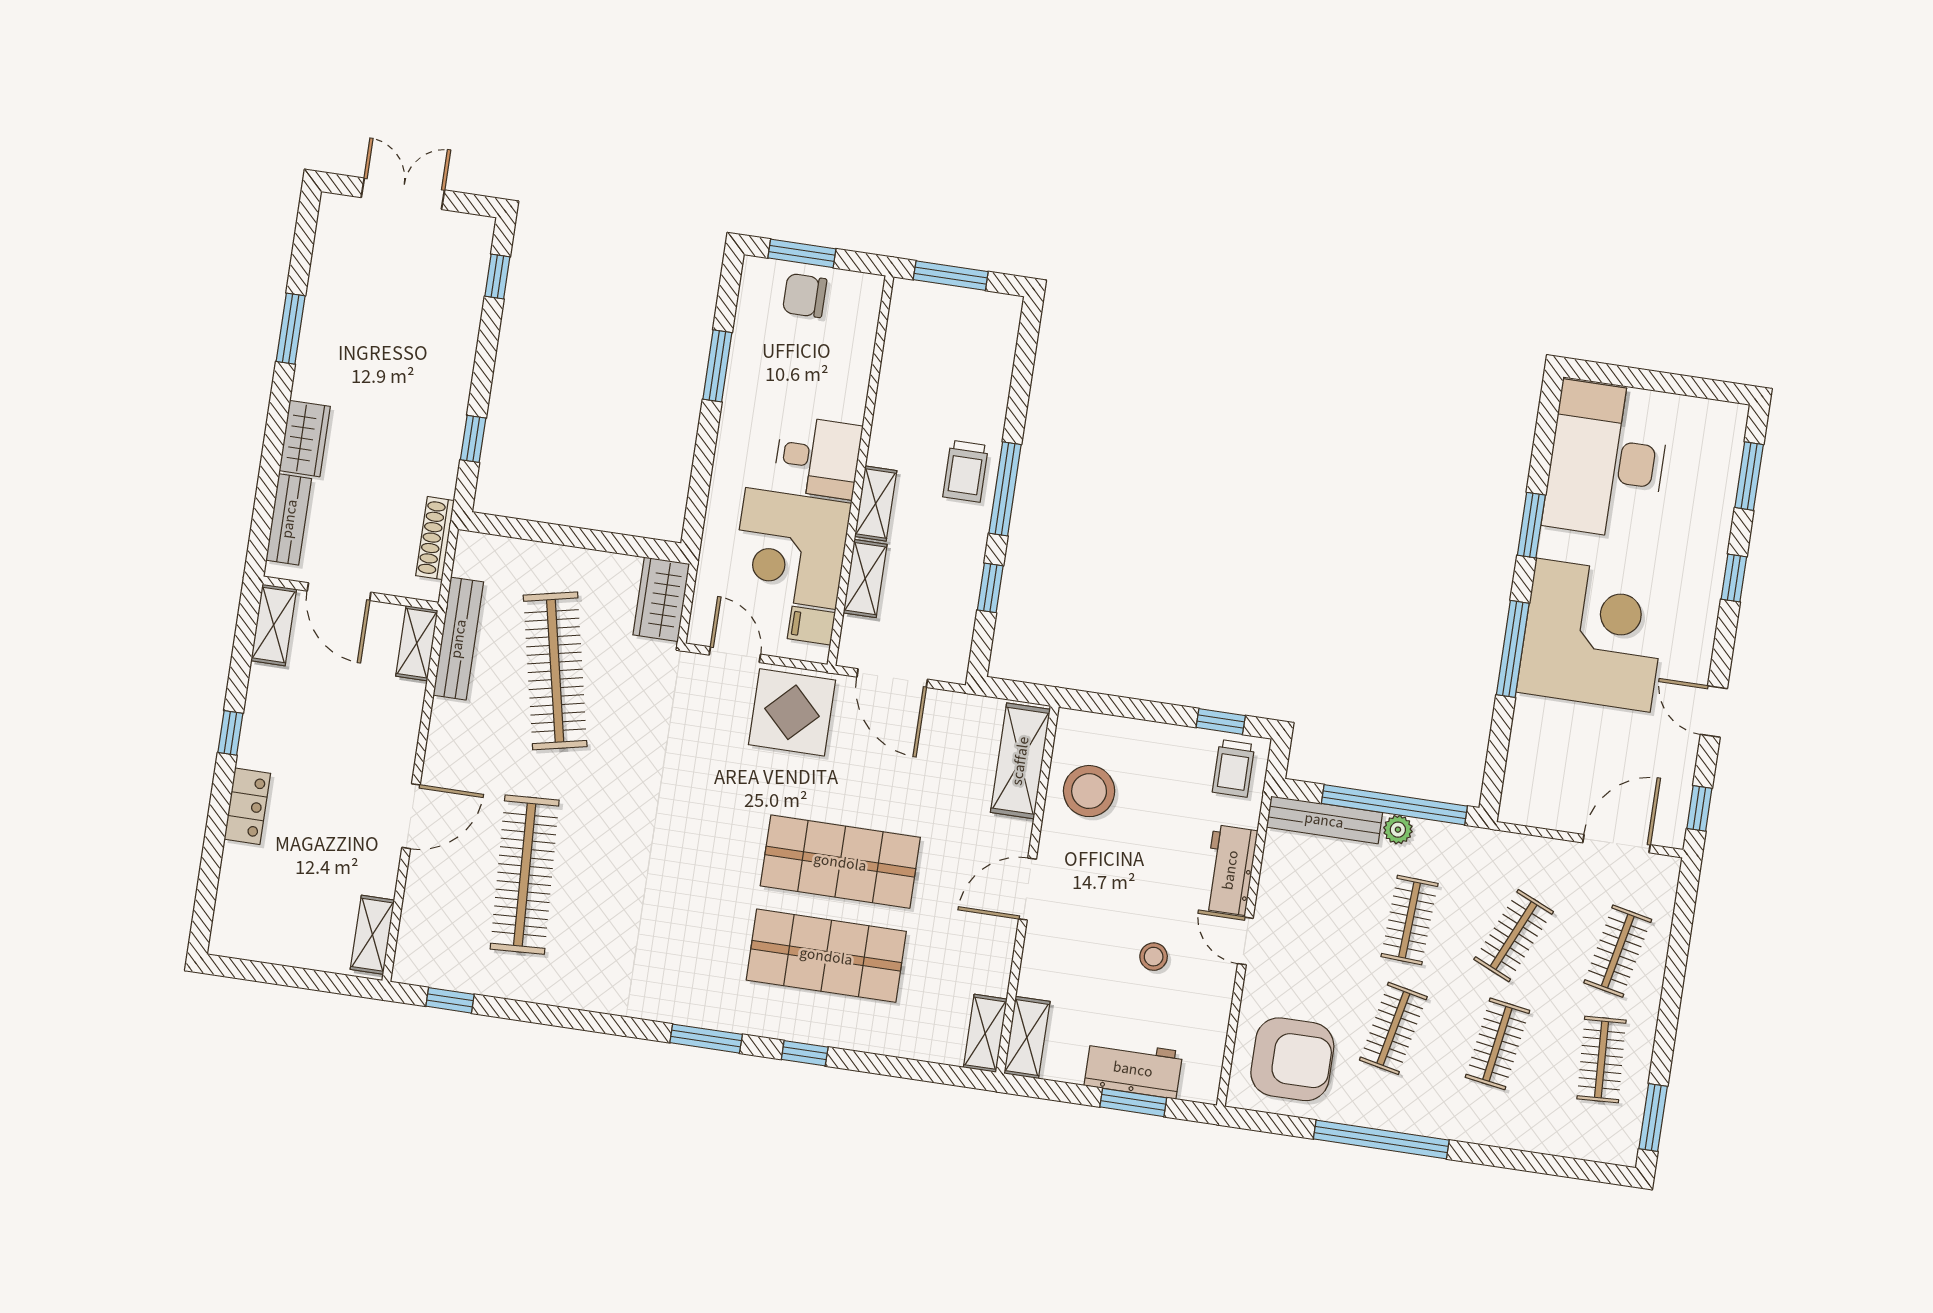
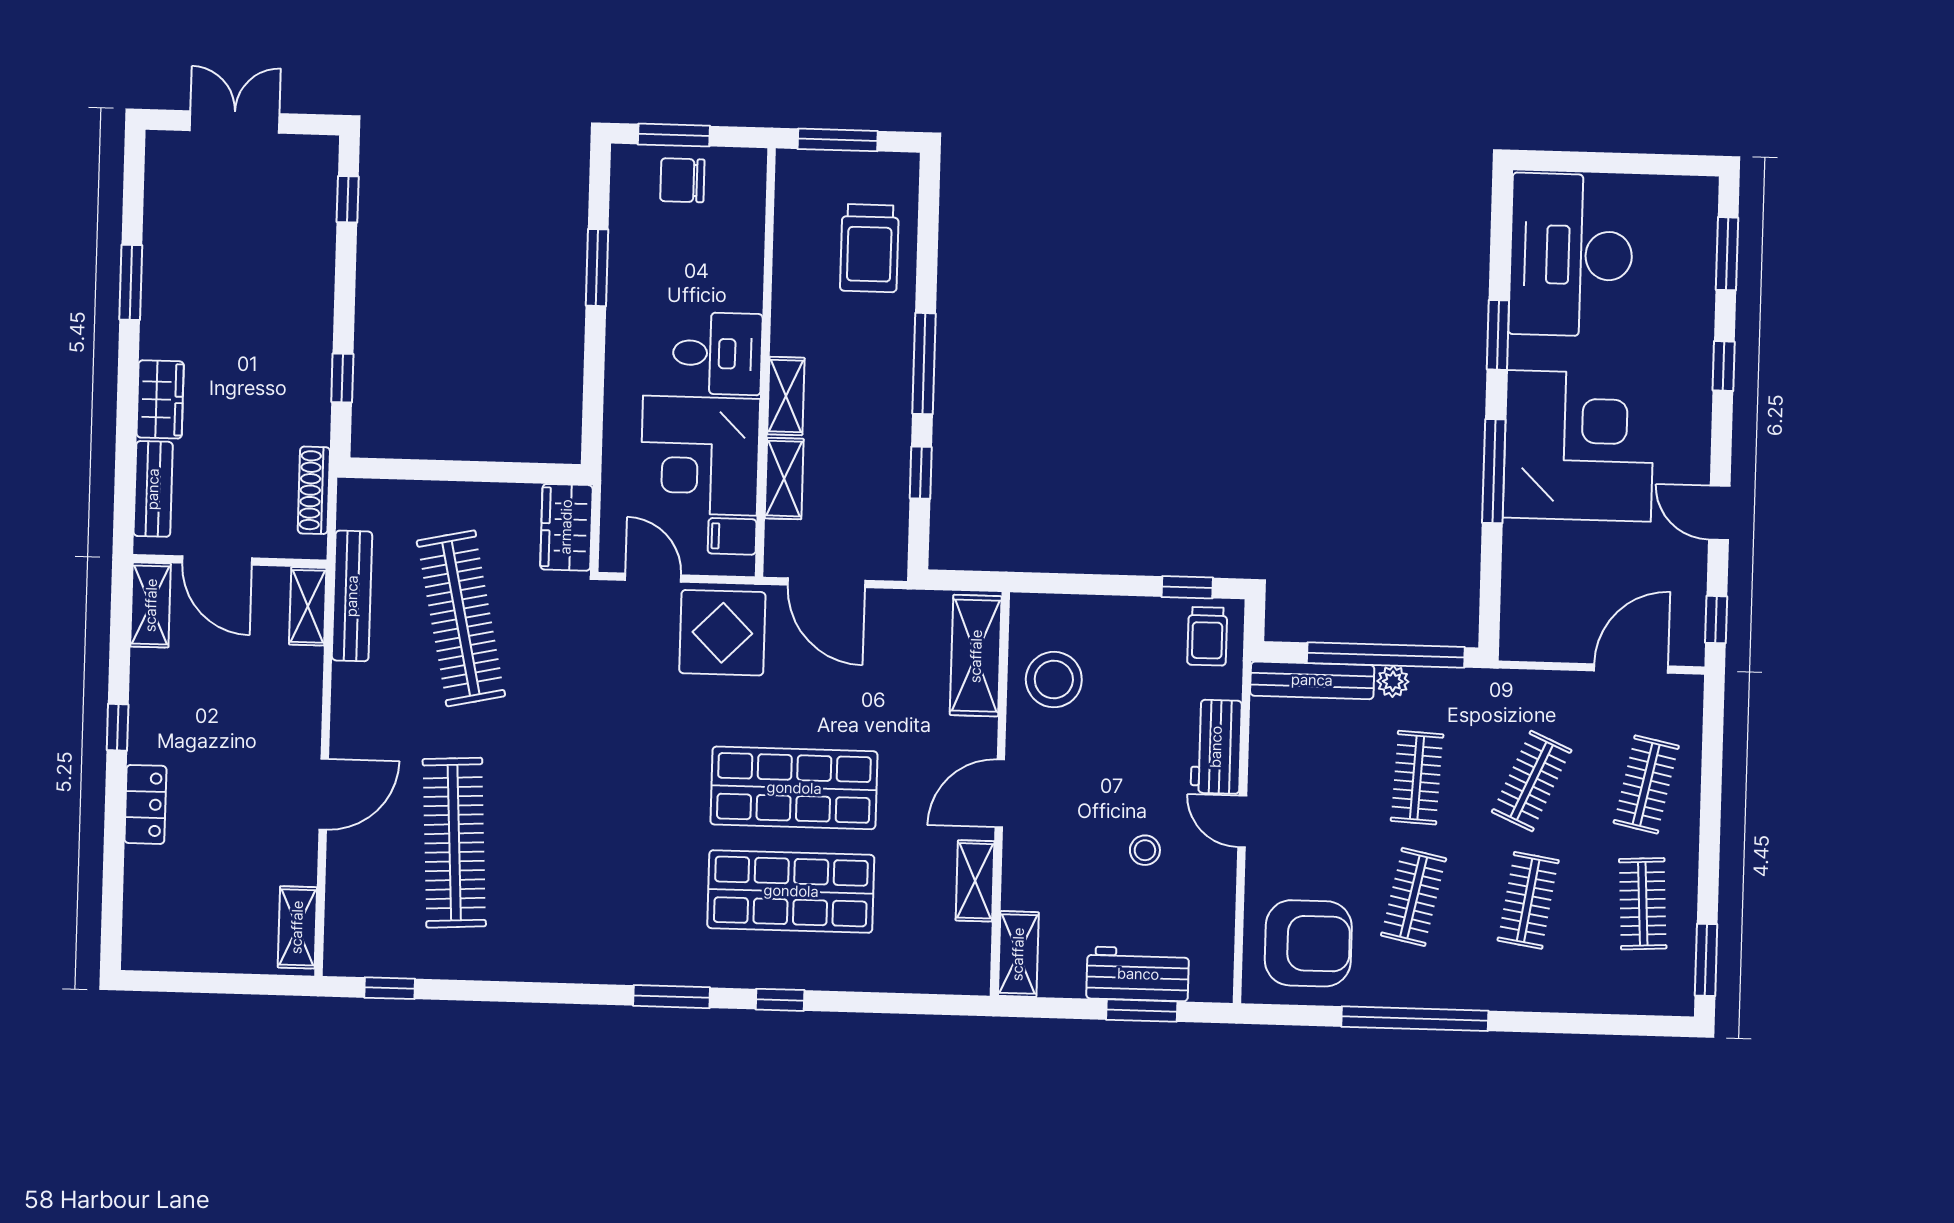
trolley: (966, 471) -> (869, 248), moved, width x1.36, depth x1.39
shelving: (985, 1033) -> (975, 881), moved

